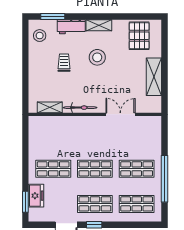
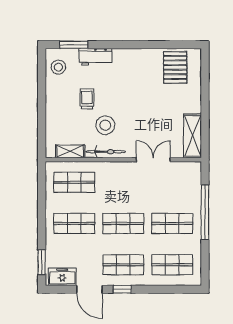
shelving: (99, 25) -> (128, 55), removed
stool: (97, 57) -> (105, 125), moved
shelving: (154, 77) -> (192, 136), moved
shop shelf: (53, 134) -> (74, 182), added
window: (165, 179) -> (205, 212), moved
freezer: (36, 196) -> (62, 277), moved, turned -90

